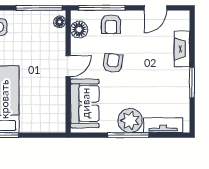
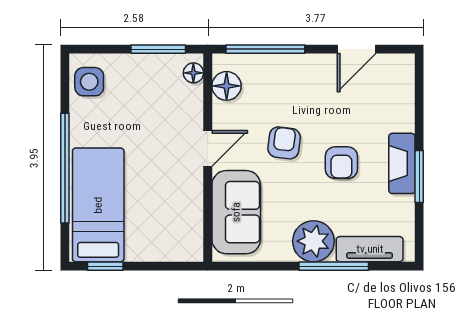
window: (39, 8) -> (158, 49), width x0.69
armchair: (111, 24) -> (341, 163), moved
fireplace: (182, 49) -> (402, 163), moved
window: (128, 135) -> (334, 266), moved

